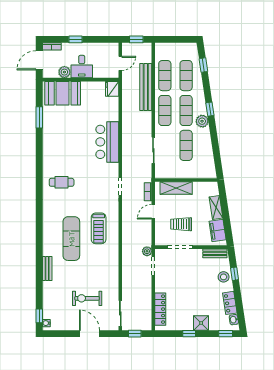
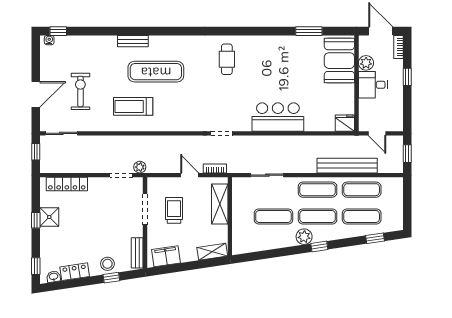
shelving: (216, 208) -> (212, 252), moved
treadmill: (99, 228) -> (133, 106), moved
bench: (47, 269) -> (133, 41), moved
shower: (201, 323) -> (49, 217), moved

